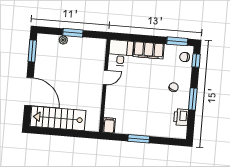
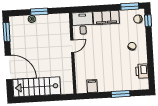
window: (193, 99) -> (150, 54), removed
filing cabinet: (109, 125) -> (92, 86), moved
window: (139, 139) -> (121, 94), moved

